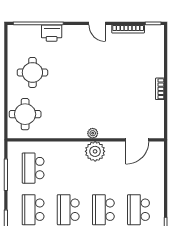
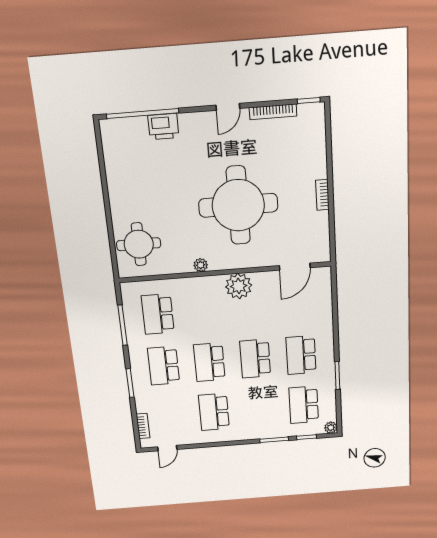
door: (97, 23) -> (228, 107), hinge flipped
round table: (32, 72) -> (238, 205), moved, width x1.86, depth x1.86
plant: (93, 133) -> (201, 265), moved

